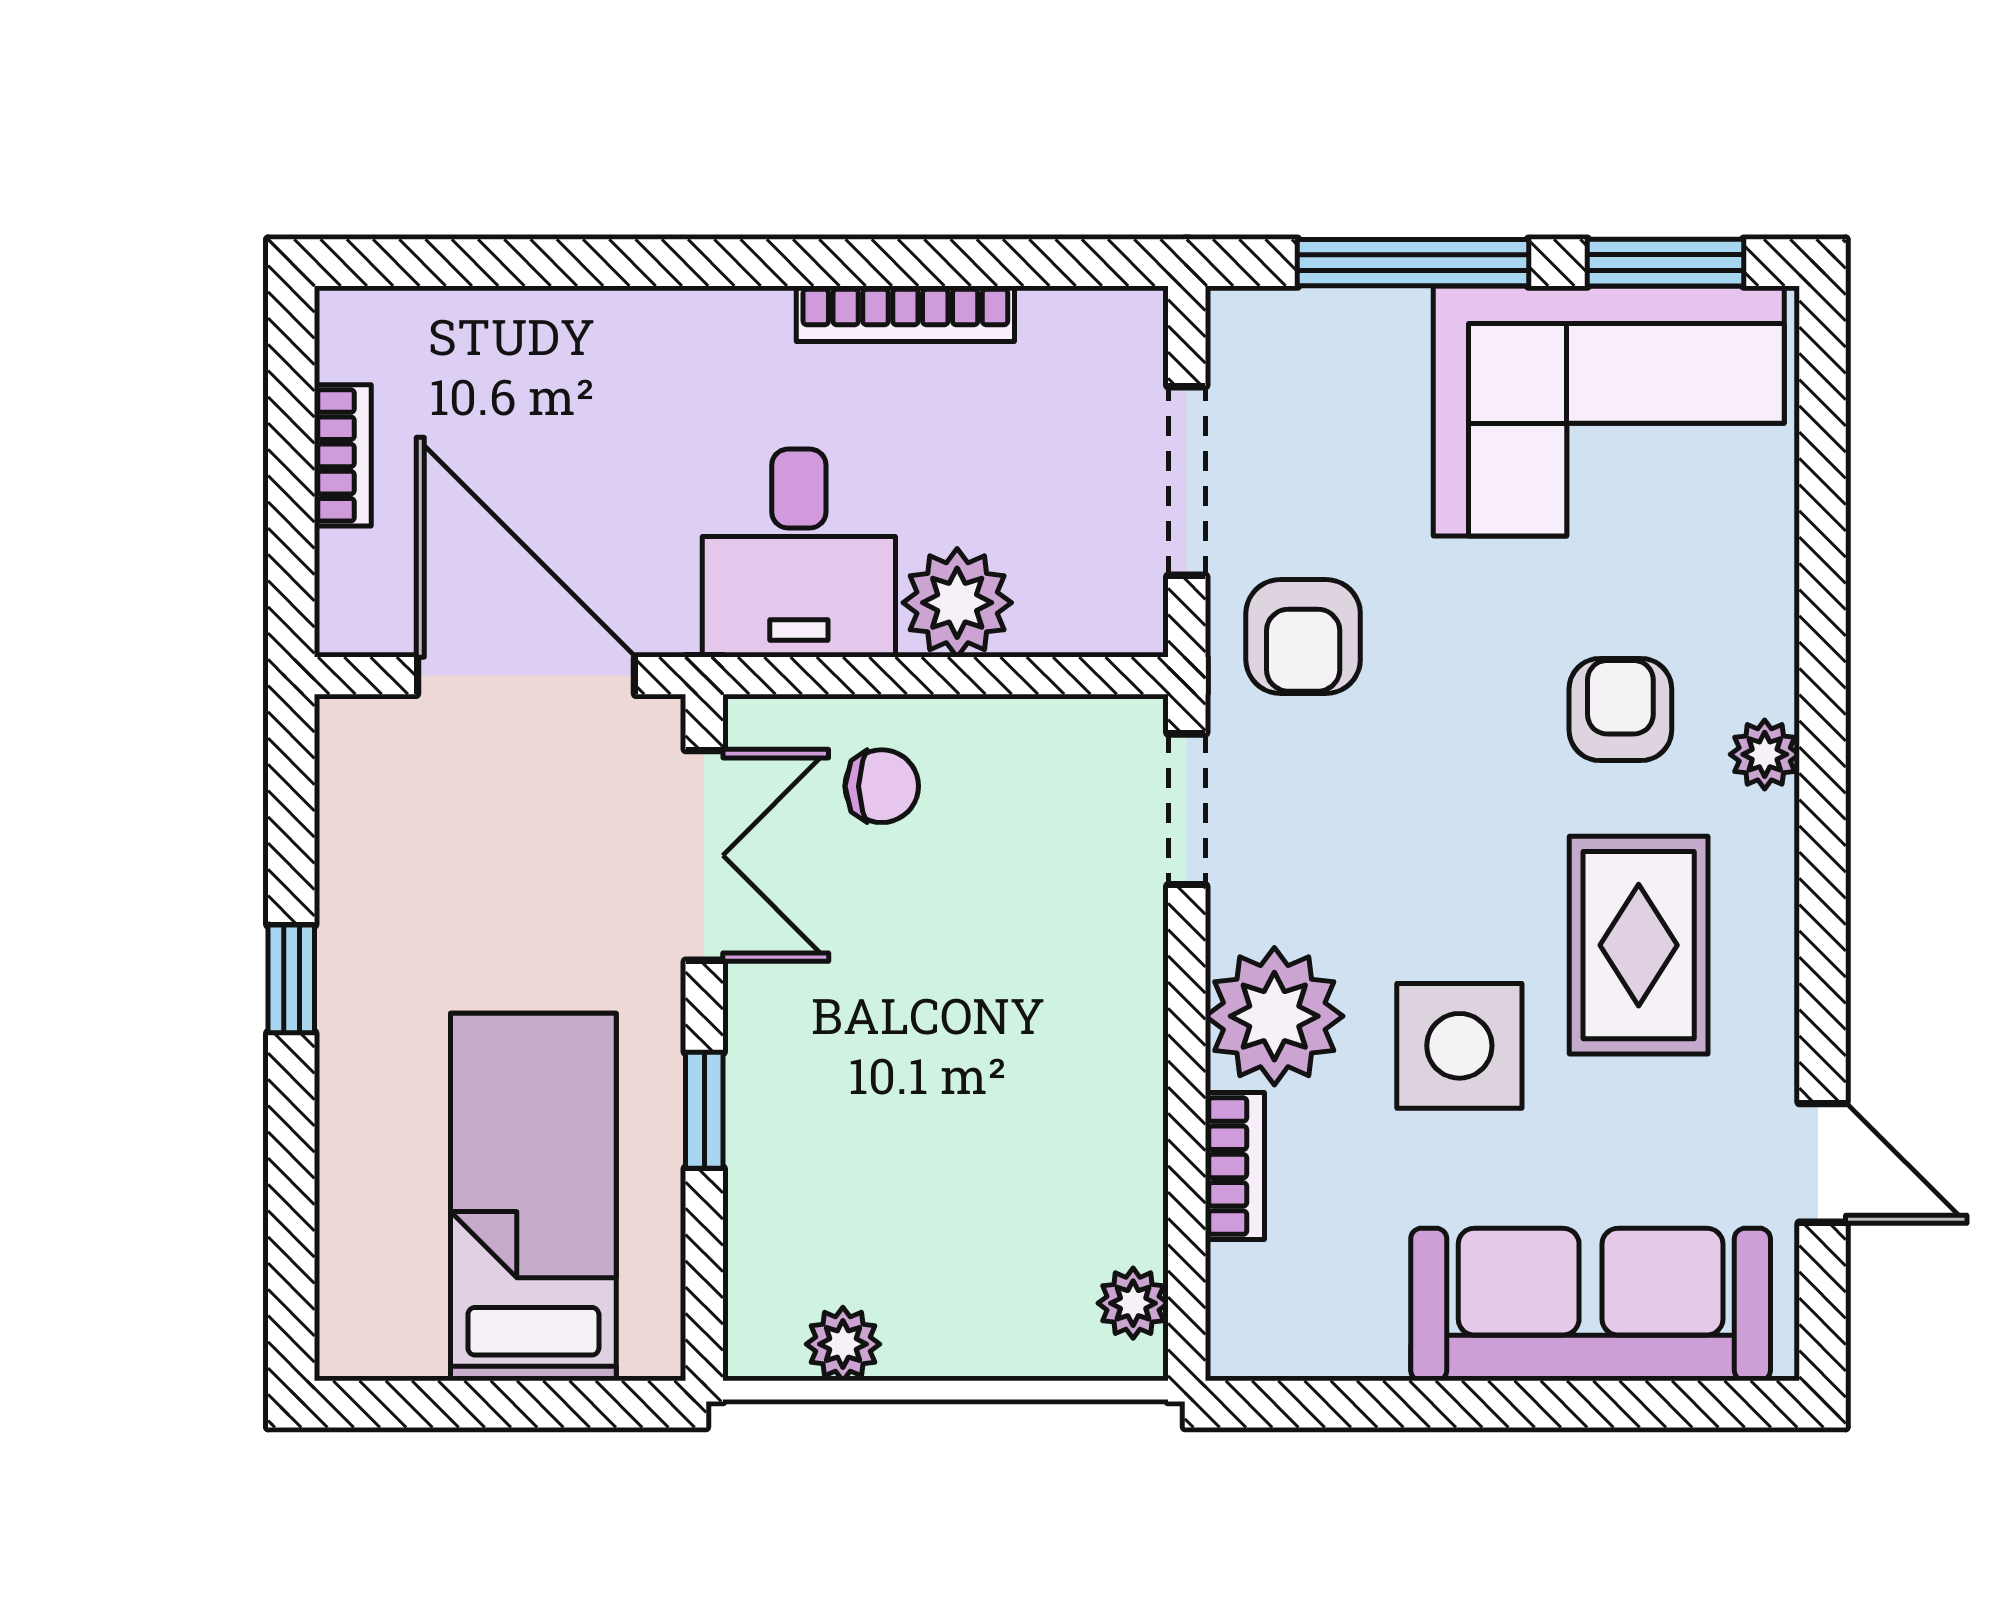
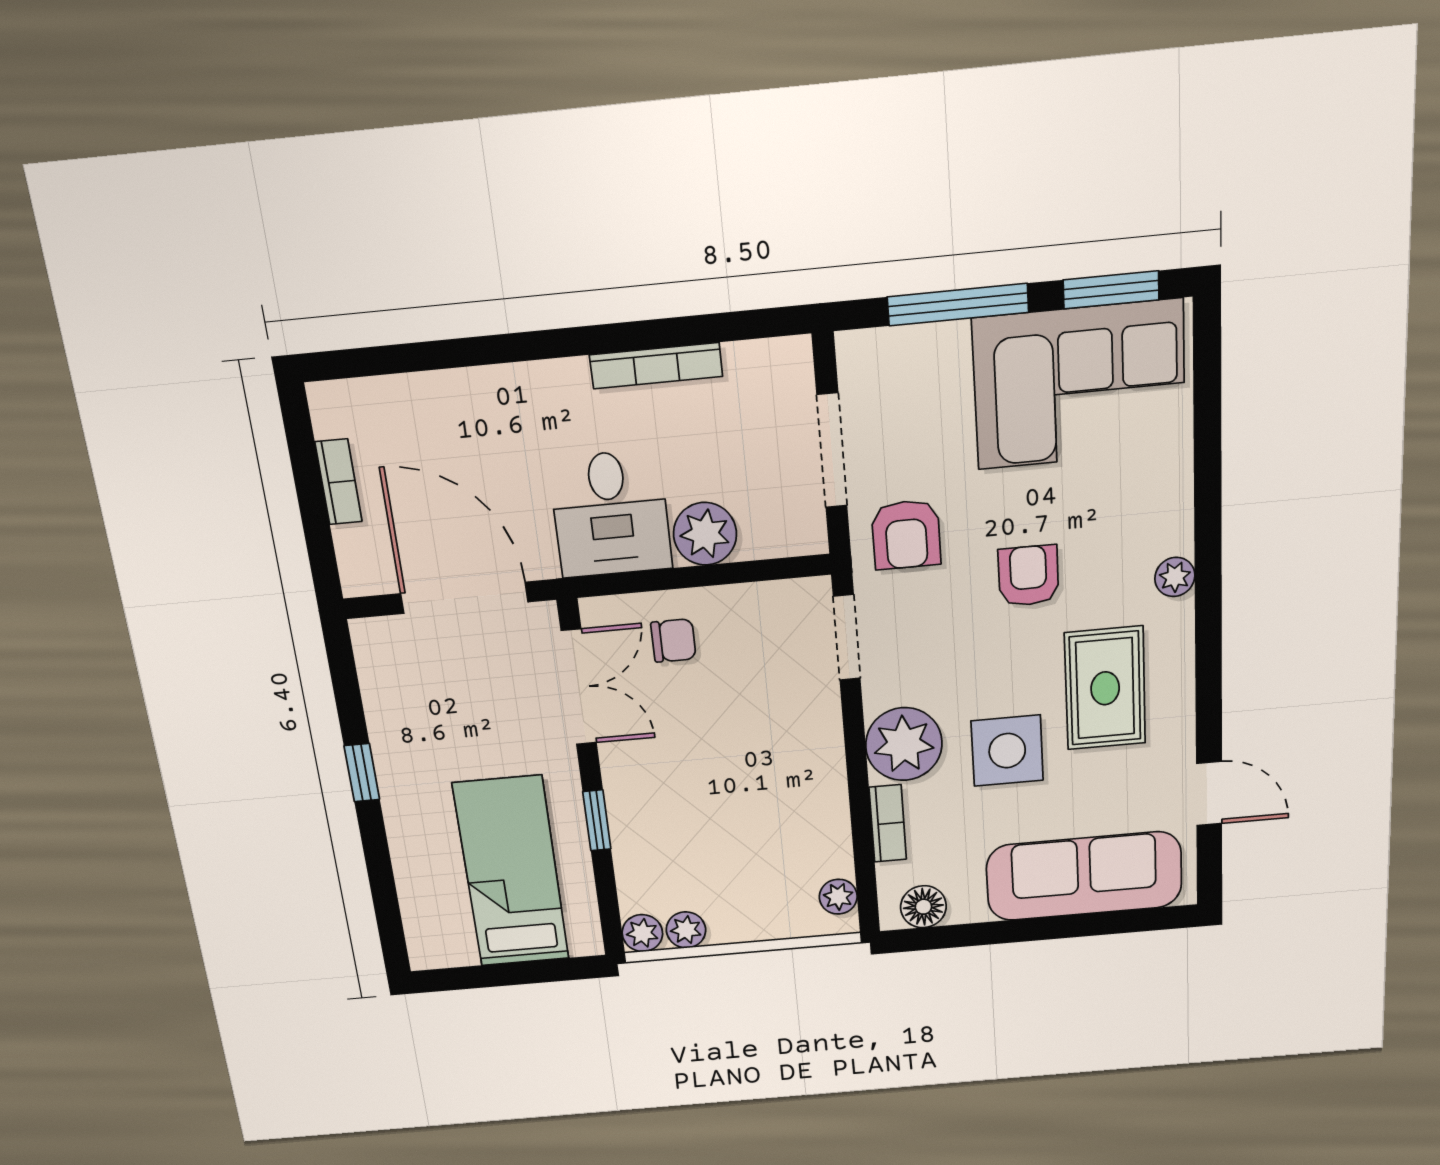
armchair: (1620, 709) -> (1028, 576), moved
floor lamp: (1290, 1338) -> (923, 907), added
plant: (761, 1343) -> (642, 933), added

